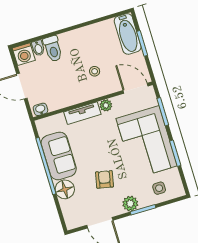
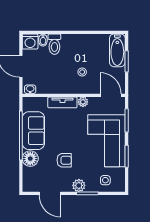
armchair: (104, 179) -> (64, 160), turned 78

